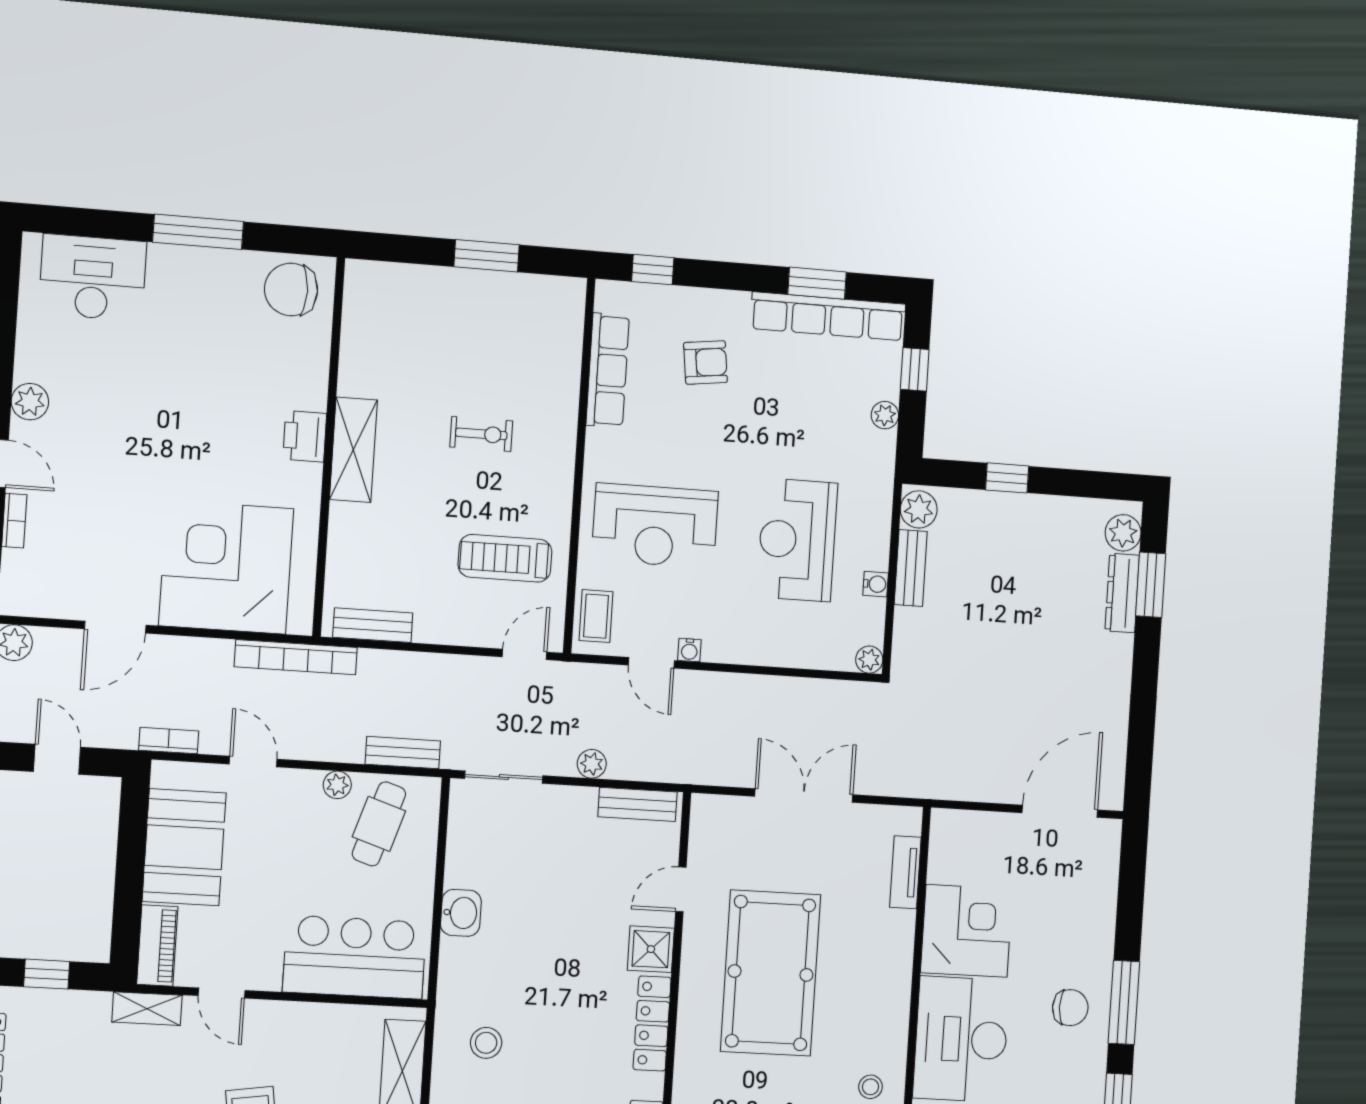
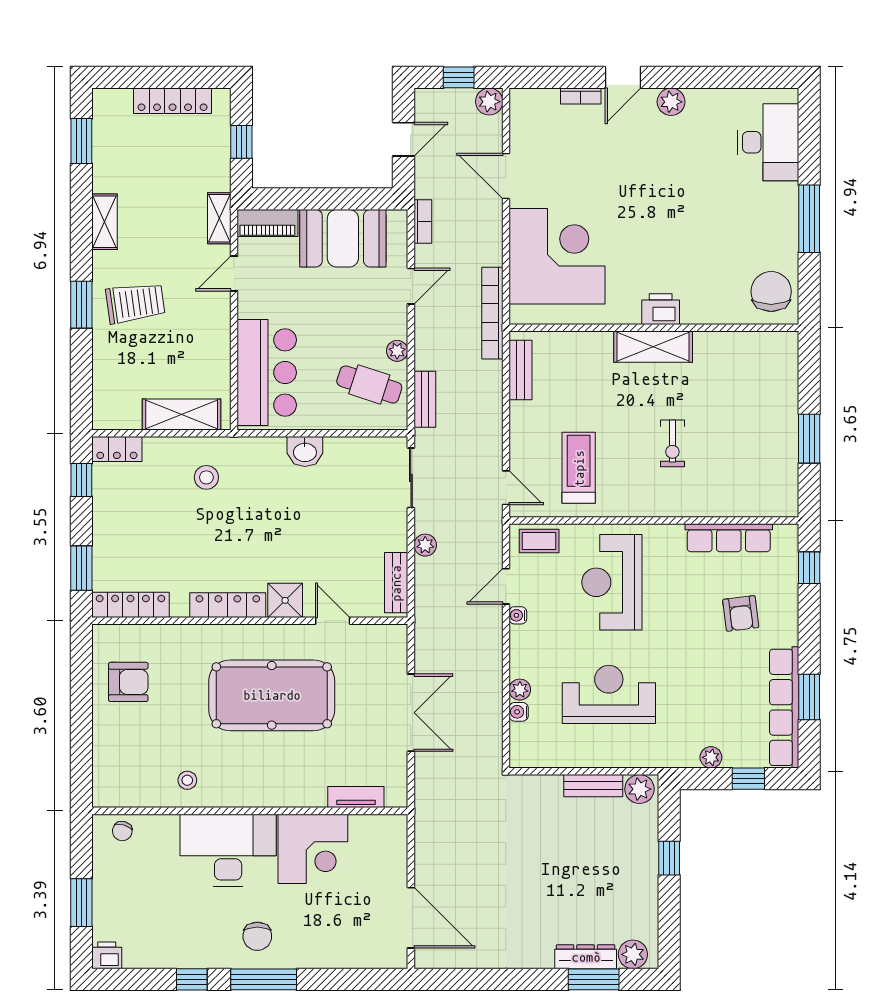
water cooler: (876, 584) -> (519, 712), moved, turned 90
plant: (869, 660) -> (520, 690), moved

